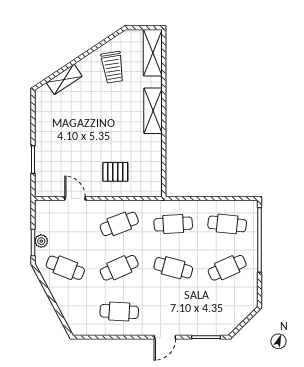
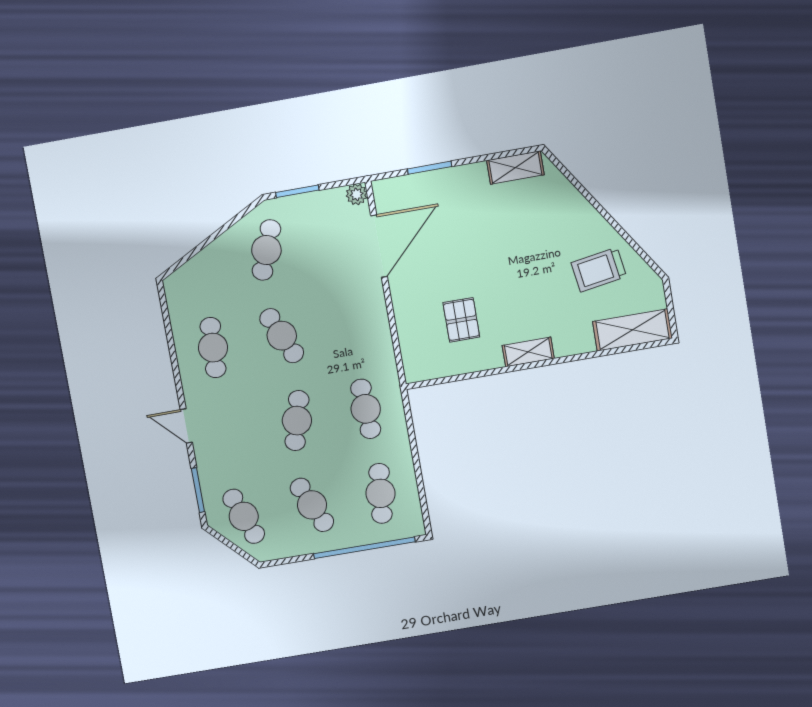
shelving: (64, 79) -> (515, 168), moved, turned -56
shelving: (153, 111) -> (528, 352), width x0.67, depth x0.75
pallet: (115, 172) -> (461, 320), moved
door: (75, 198) -> (379, 246), width x1.87
cafe table: (119, 224) -> (244, 516), moved
plant: (41, 241) -> (357, 194), moved

